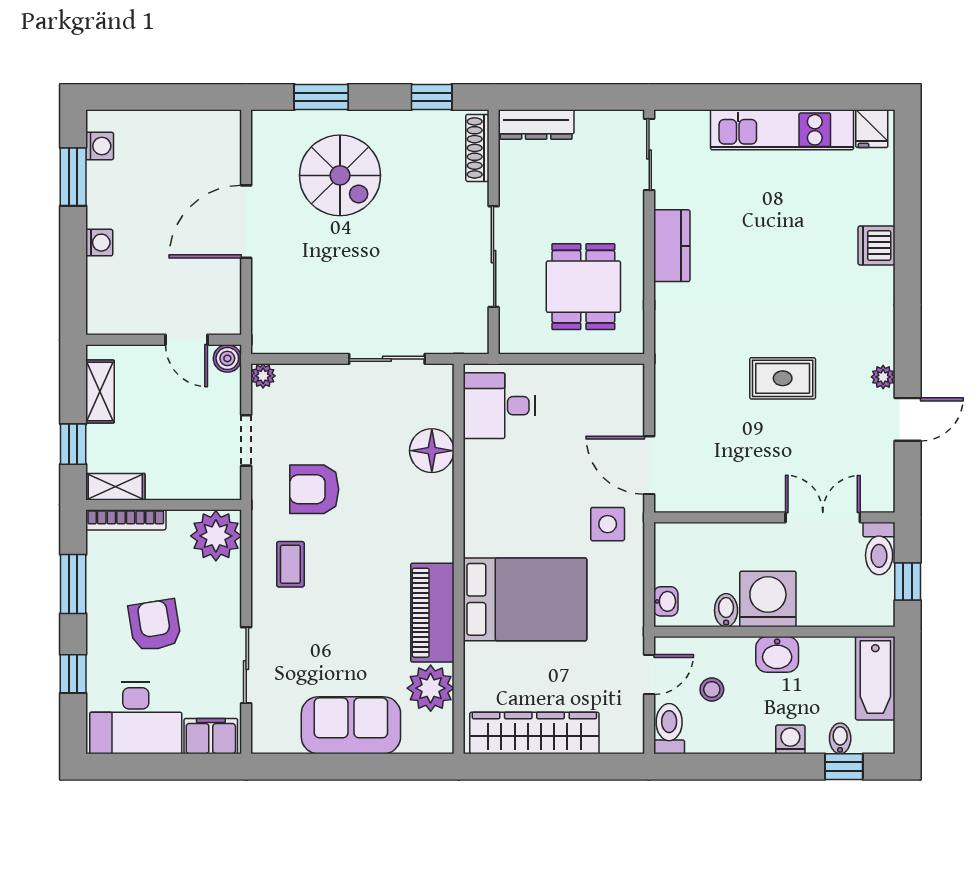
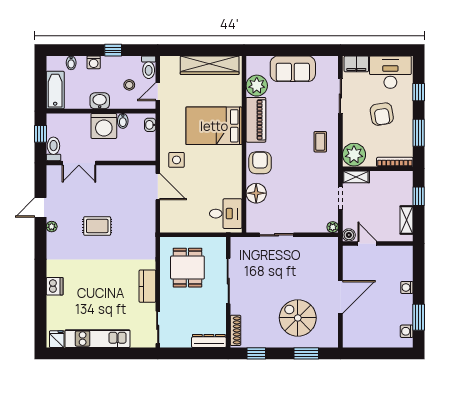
shelving: (115, 487) -> (356, 177), moved
armchair: (314, 489) -> (260, 163), moved, turned -90
window: (844, 767) -> (113, 50), moved

